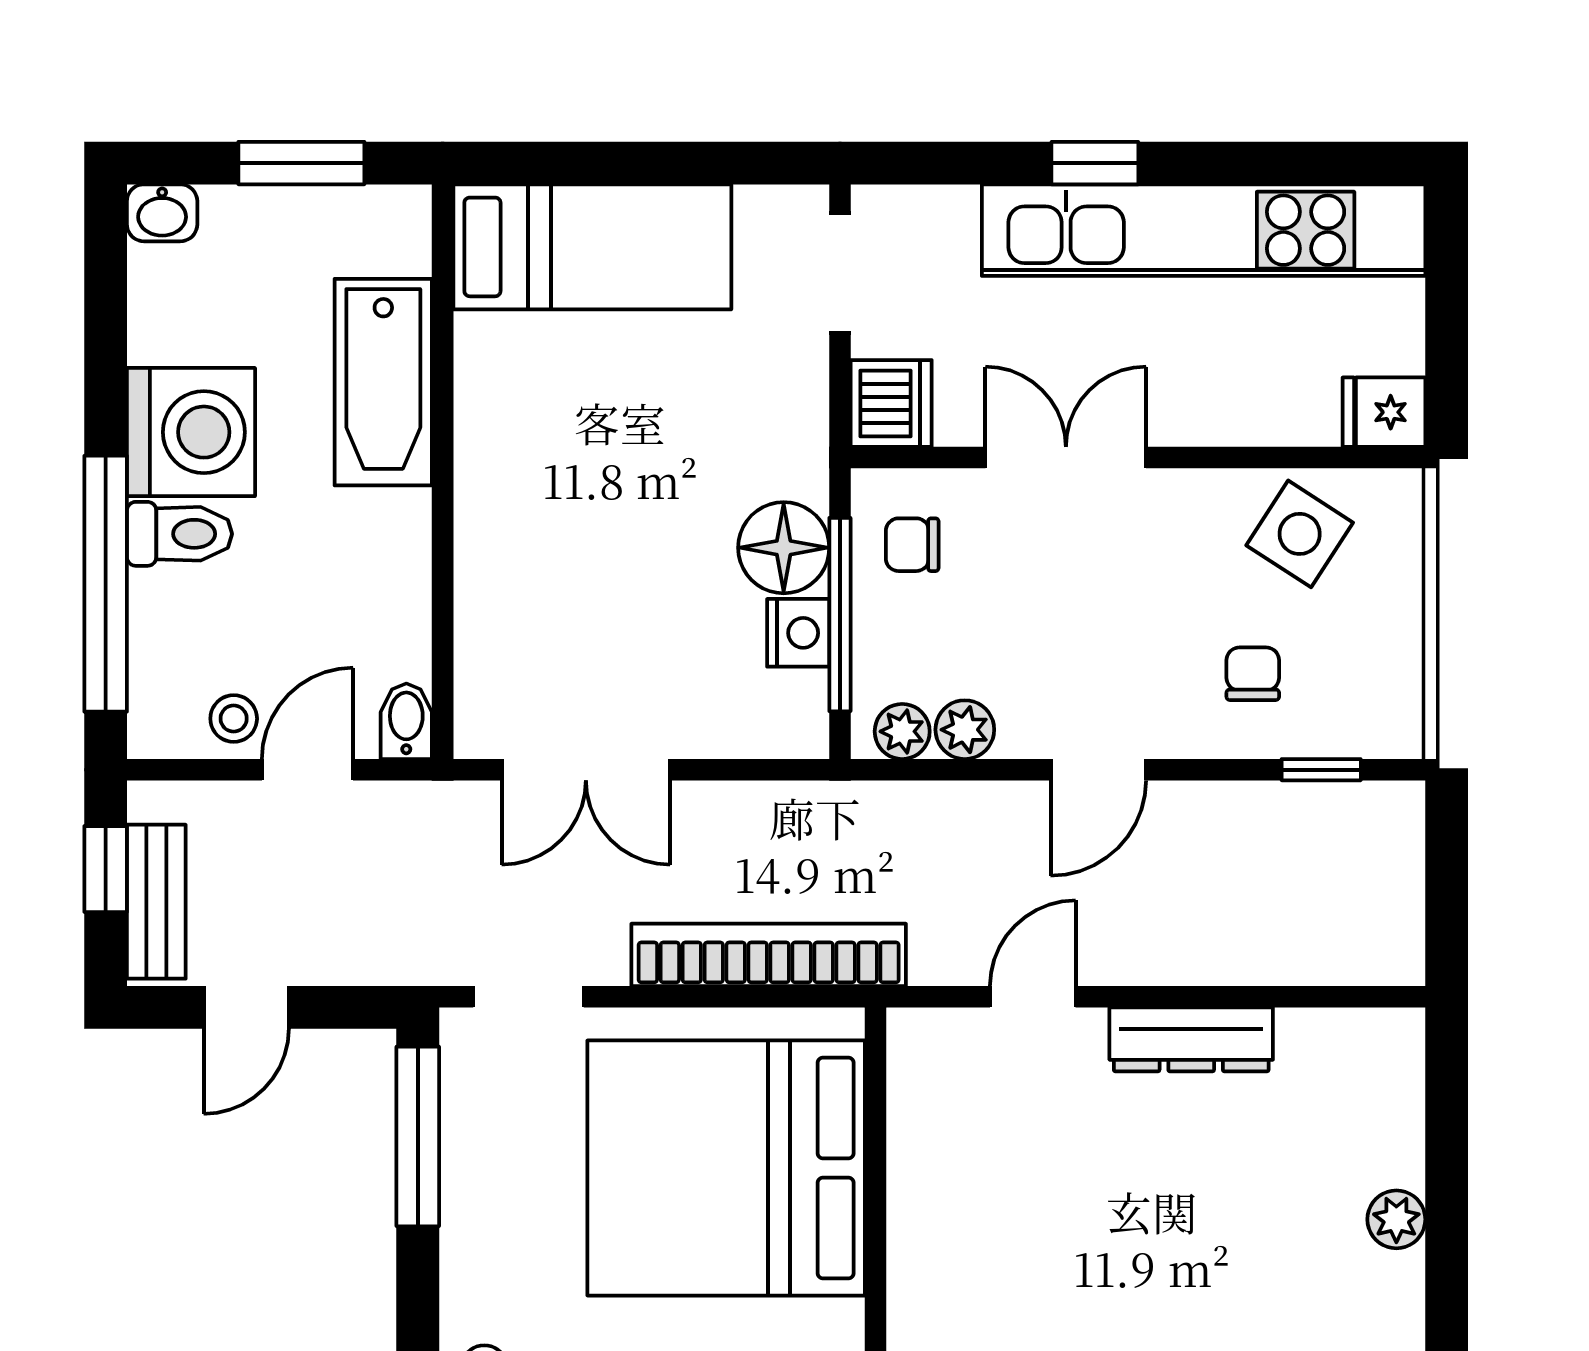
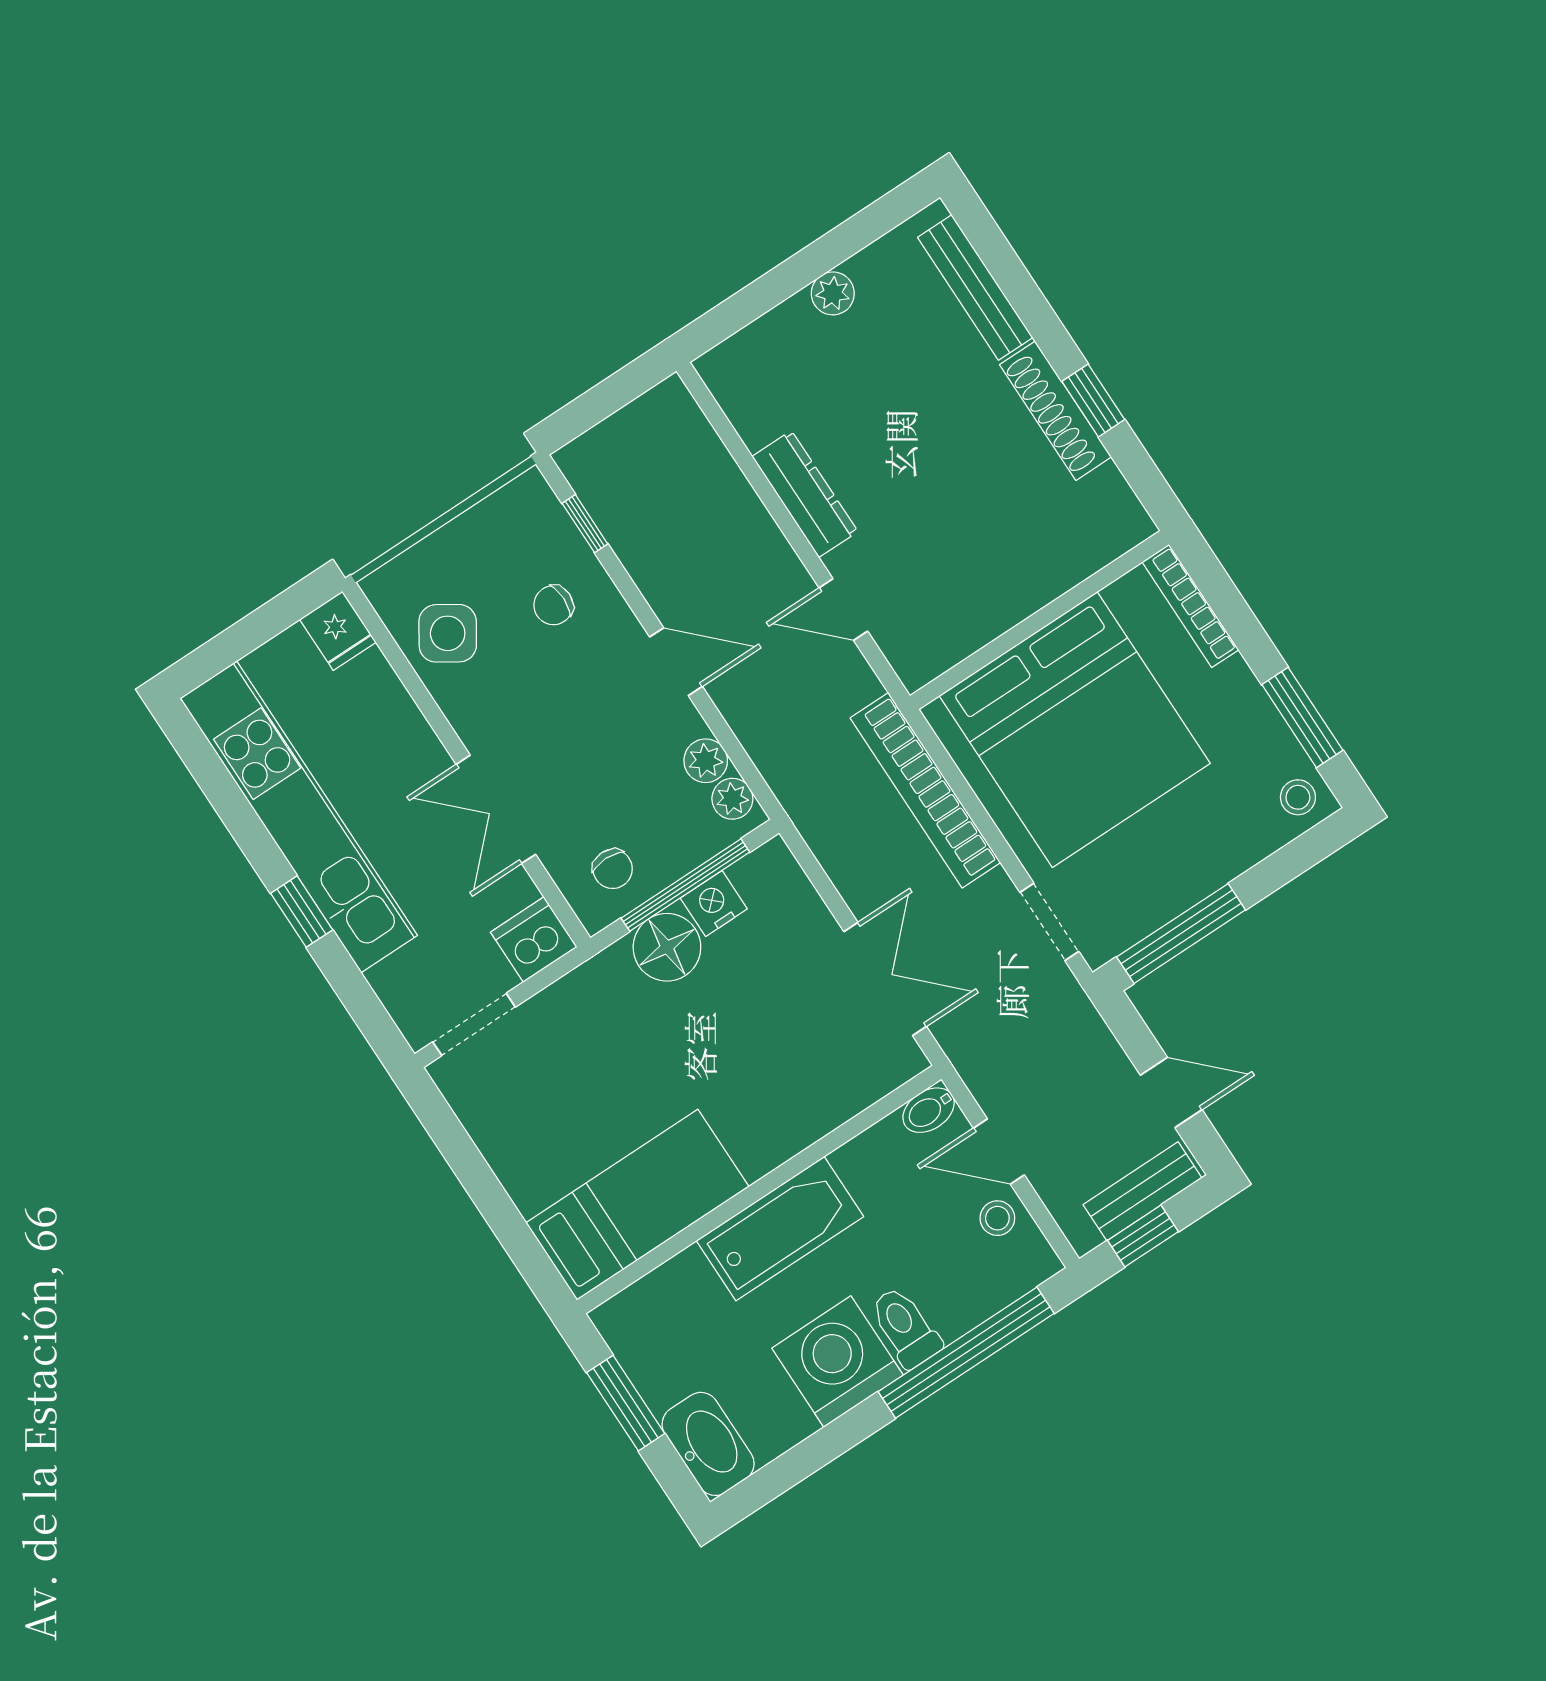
washbasin: (162, 213) -> (708, 1444), width x1.91, depth x1.45
bed: (592, 247) -> (637, 1205), moved, turned 90
bathtub: (383, 382) -> (780, 1229), moved

